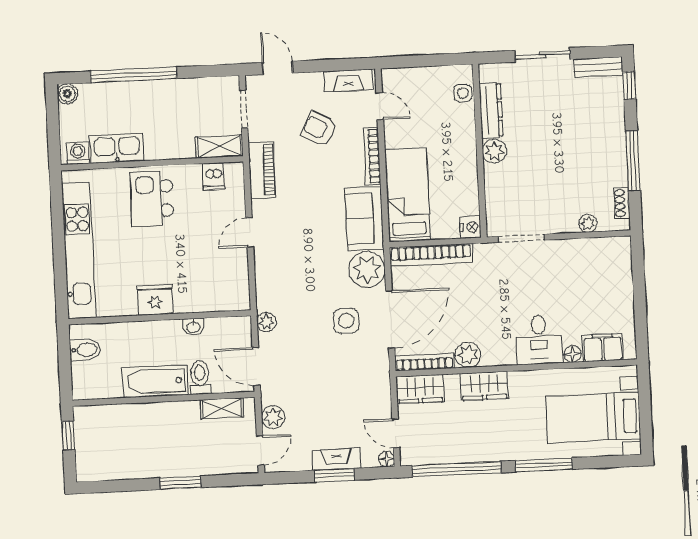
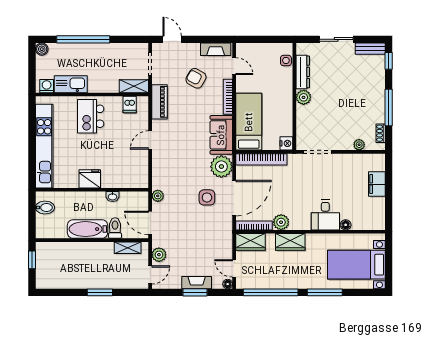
filing cabinet: (603, 348) -> (377, 184), moved, turned -90

